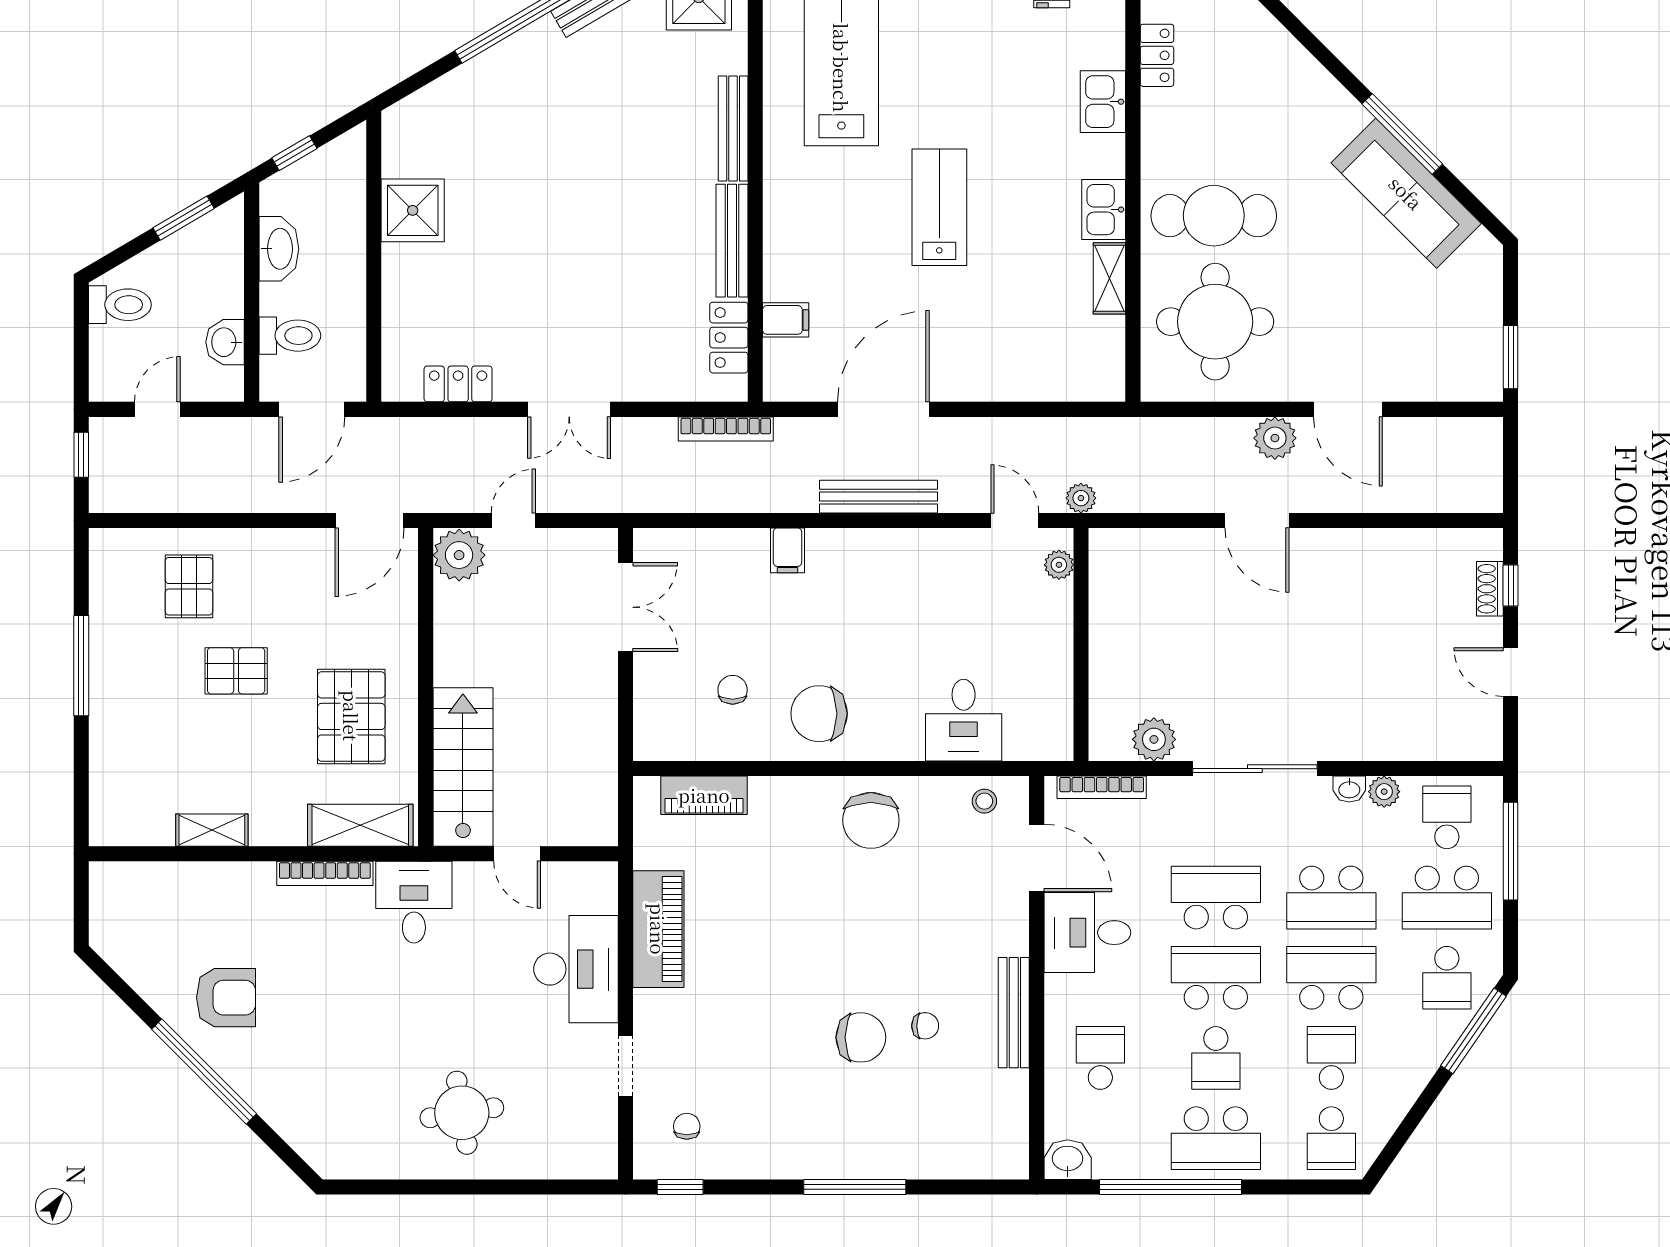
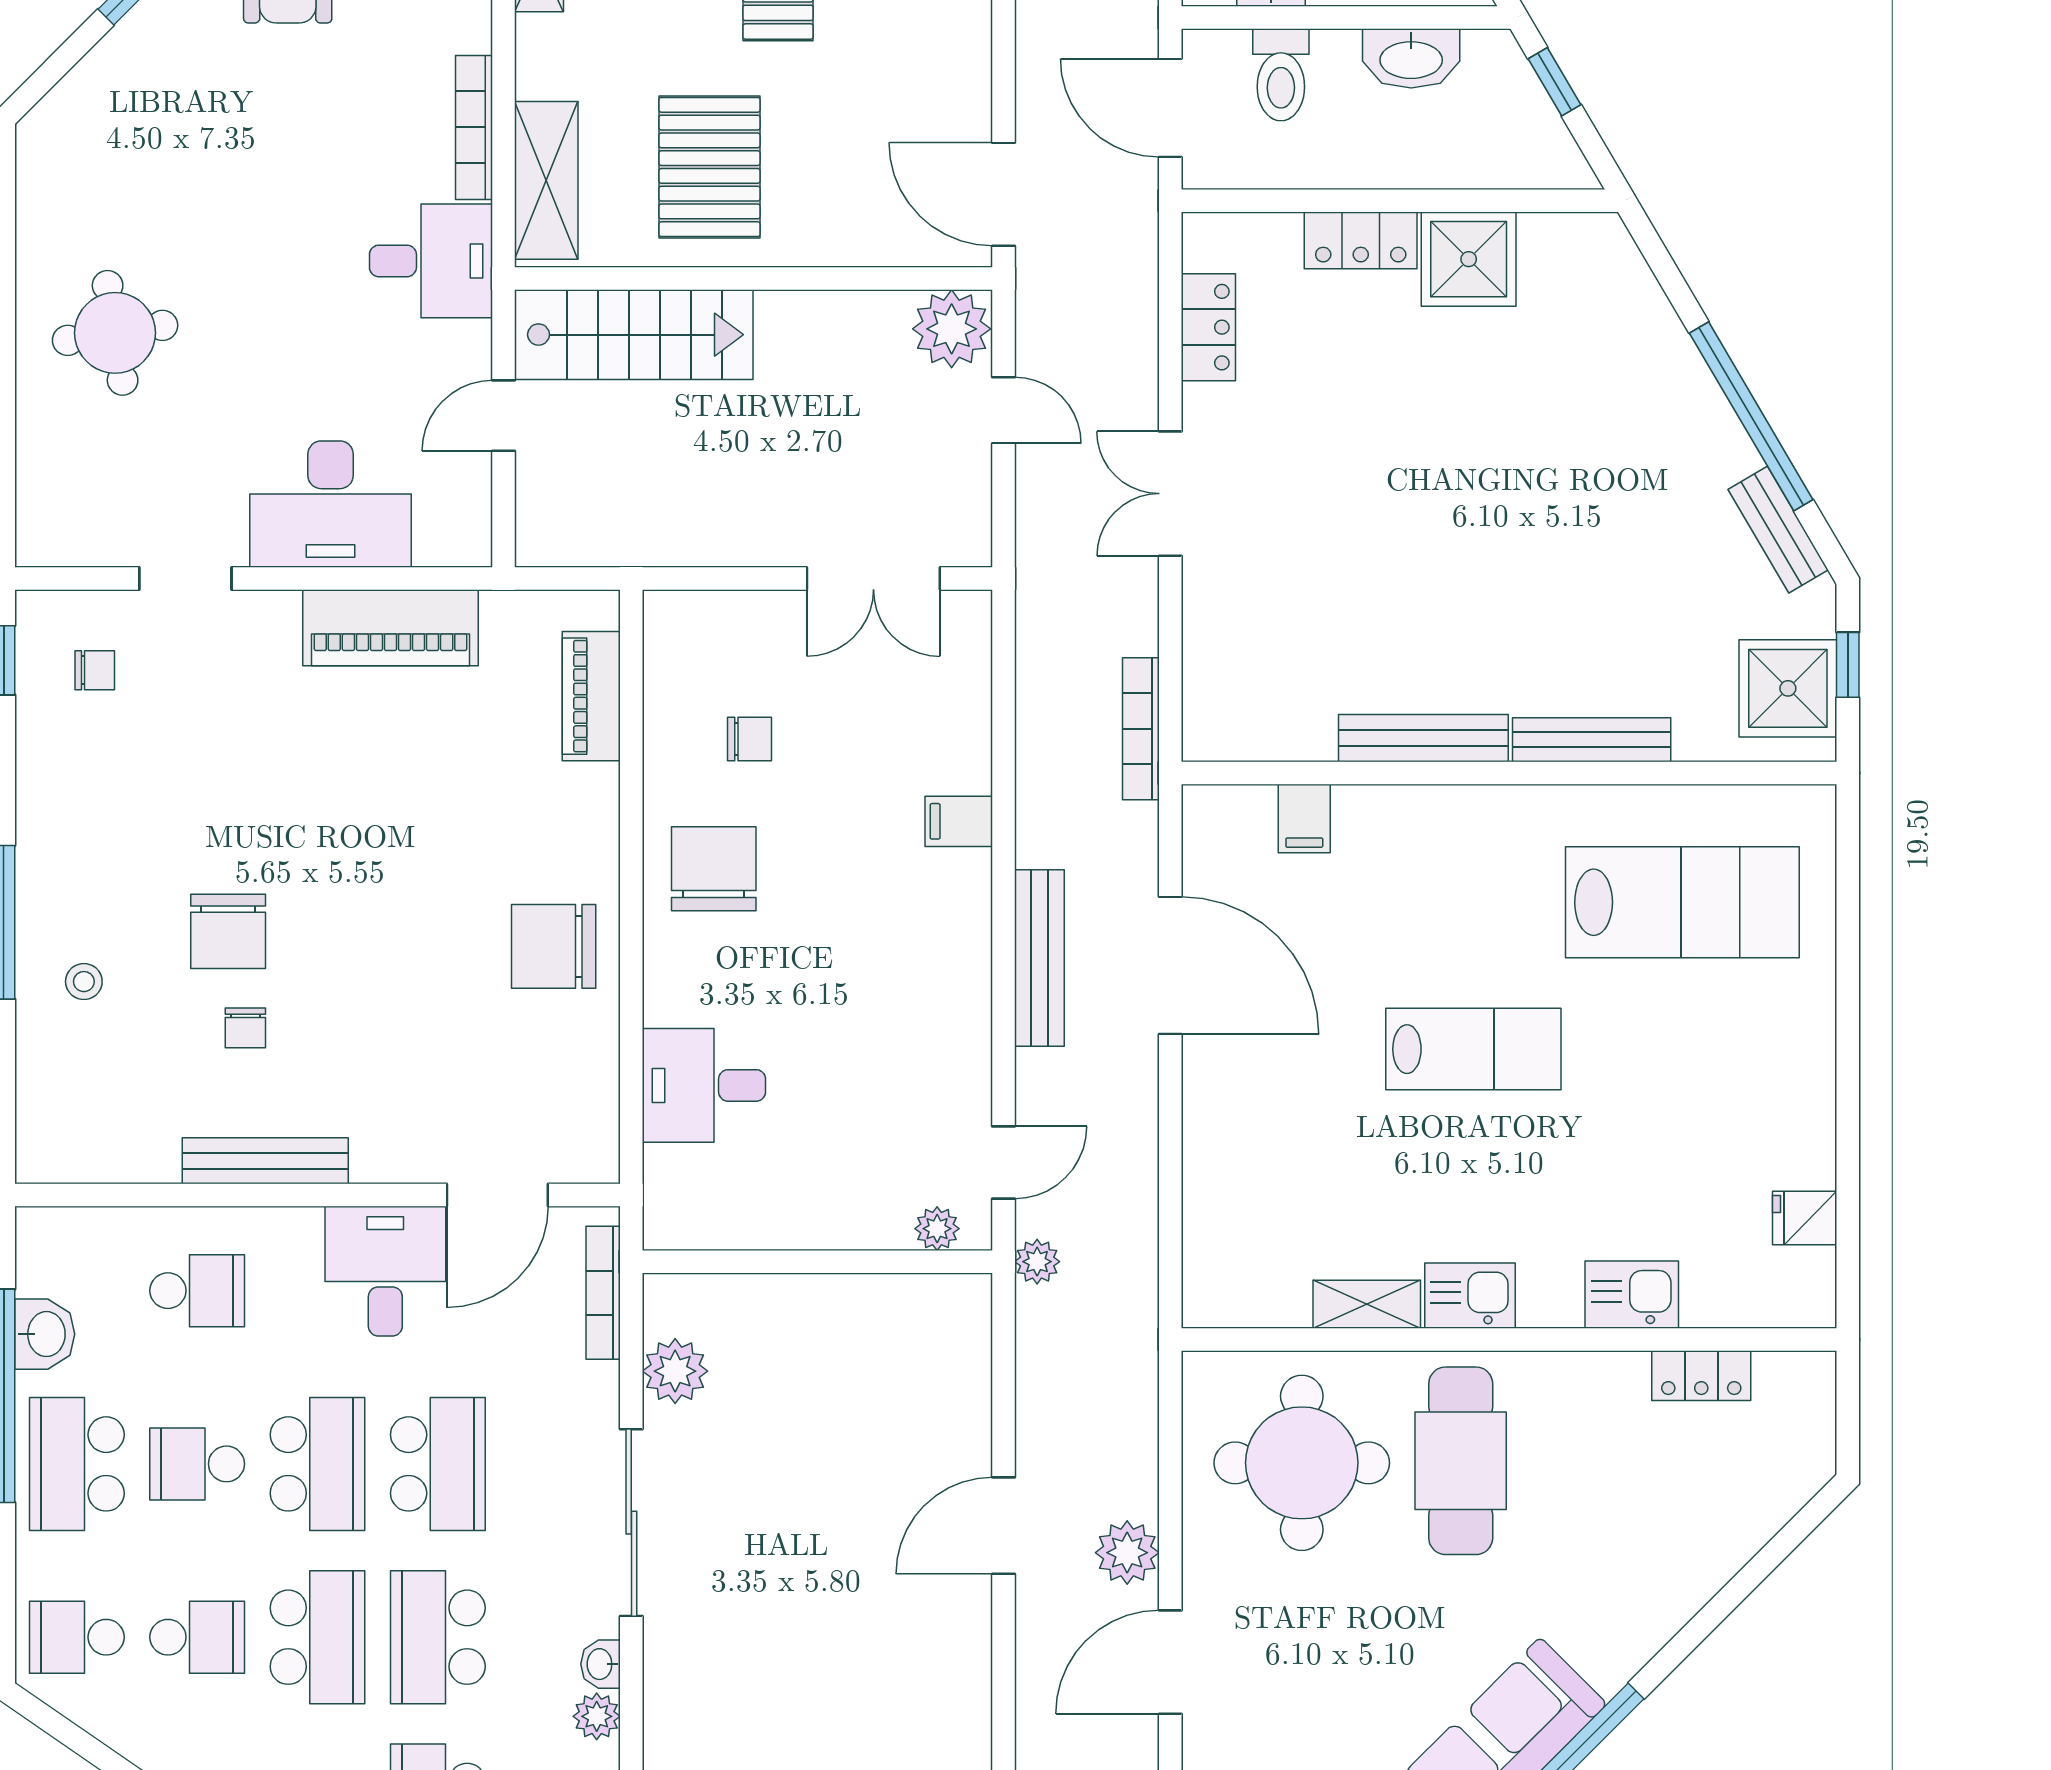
locker: (729, 338) -> (1361, 240), moved, turned 180
pallet: (351, 716) -> (709, 167), turned 90
stool: (984, 801) -> (84, 982), moved
washbasin: (1068, 1160) -> (45, 1334), moved

